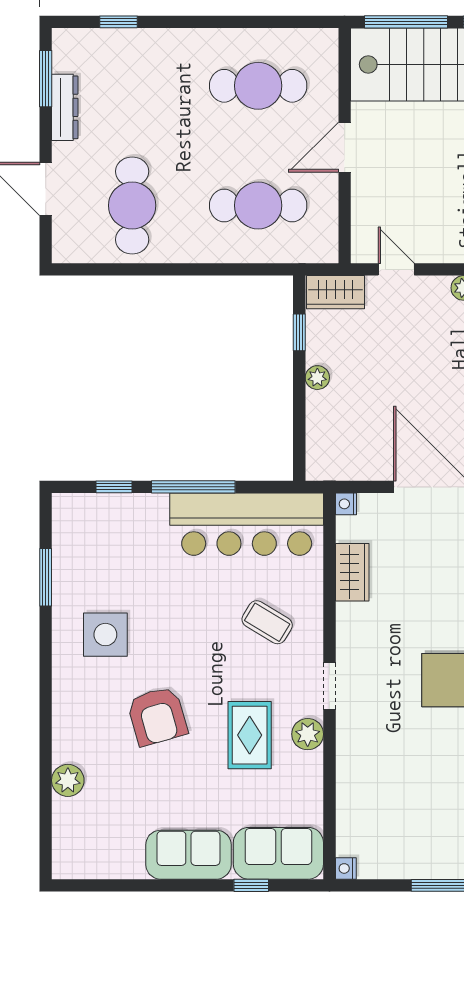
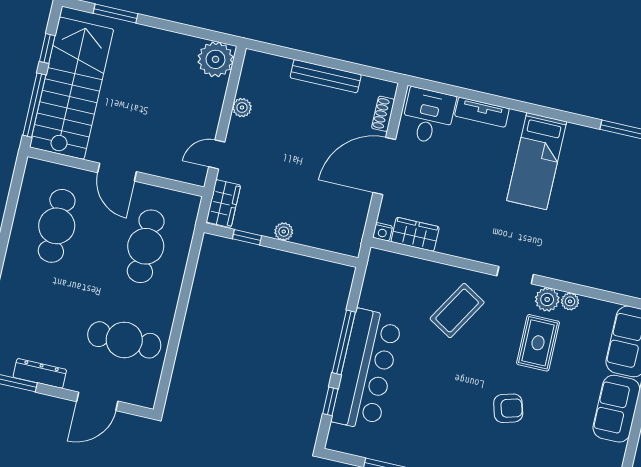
bar counter: (247, 524) -> (367, 370), moved
wardrobe: (352, 572) -> (415, 234), moved
coffee table: (267, 622) -> (457, 311), width x1.36, depth x1.30
side table: (105, 635) -> (439, 433), removed
armchair: (157, 716) -> (508, 408), width x0.72, depth x0.72
rug: (250, 735) -> (538, 343), turned 90
plant: (312, 764) -> (570, 301), added

